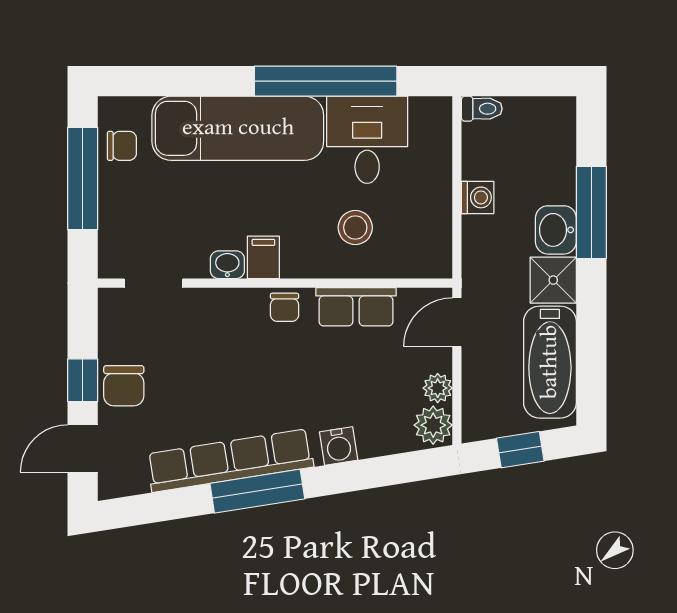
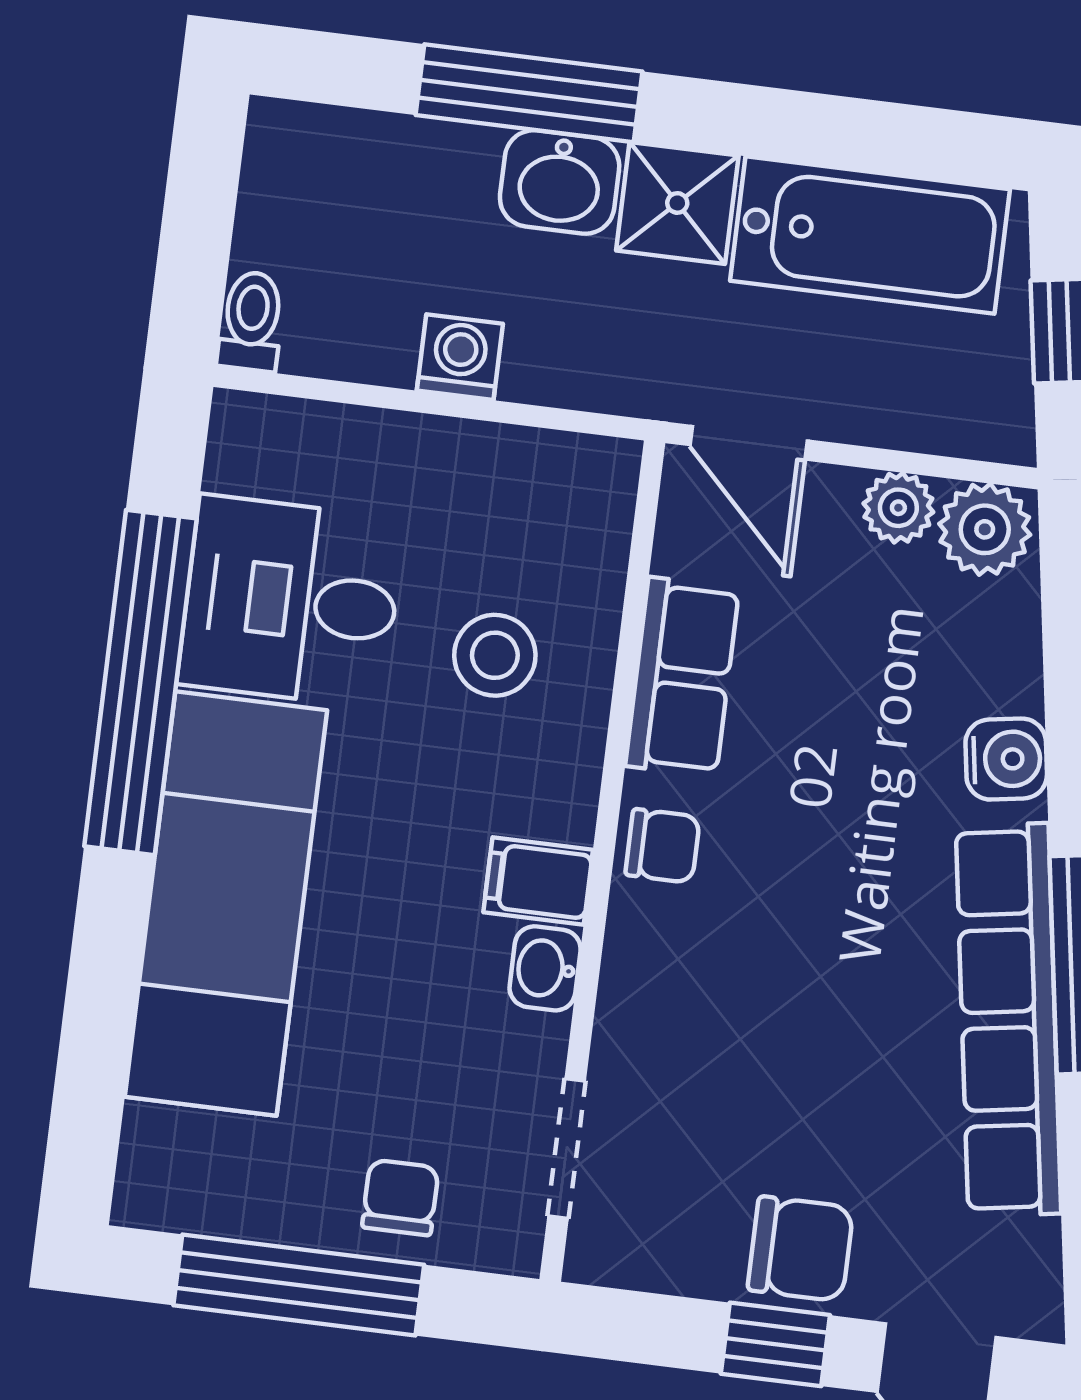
chair: (122, 146) -> (400, 1197), moved

